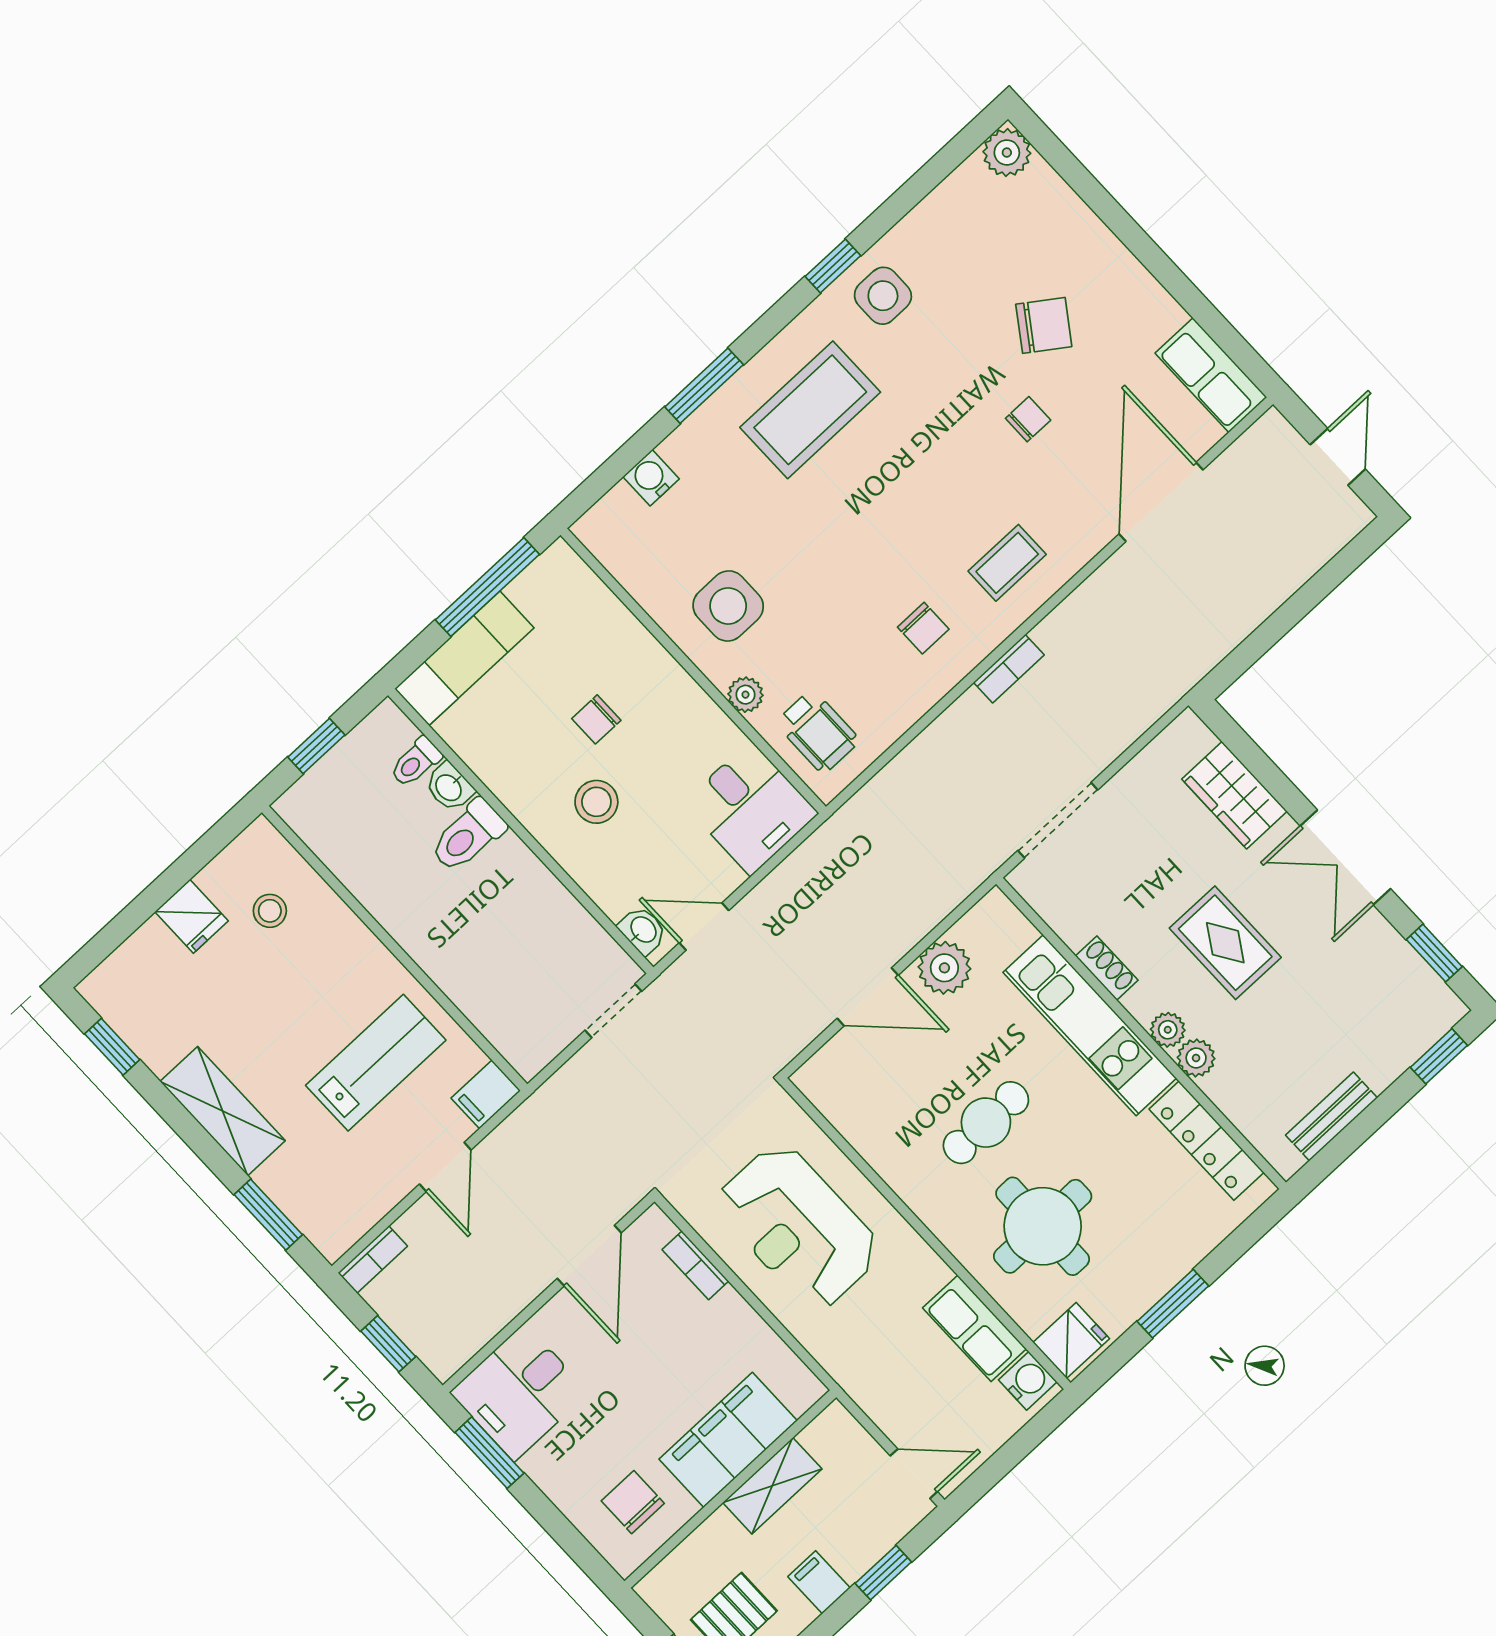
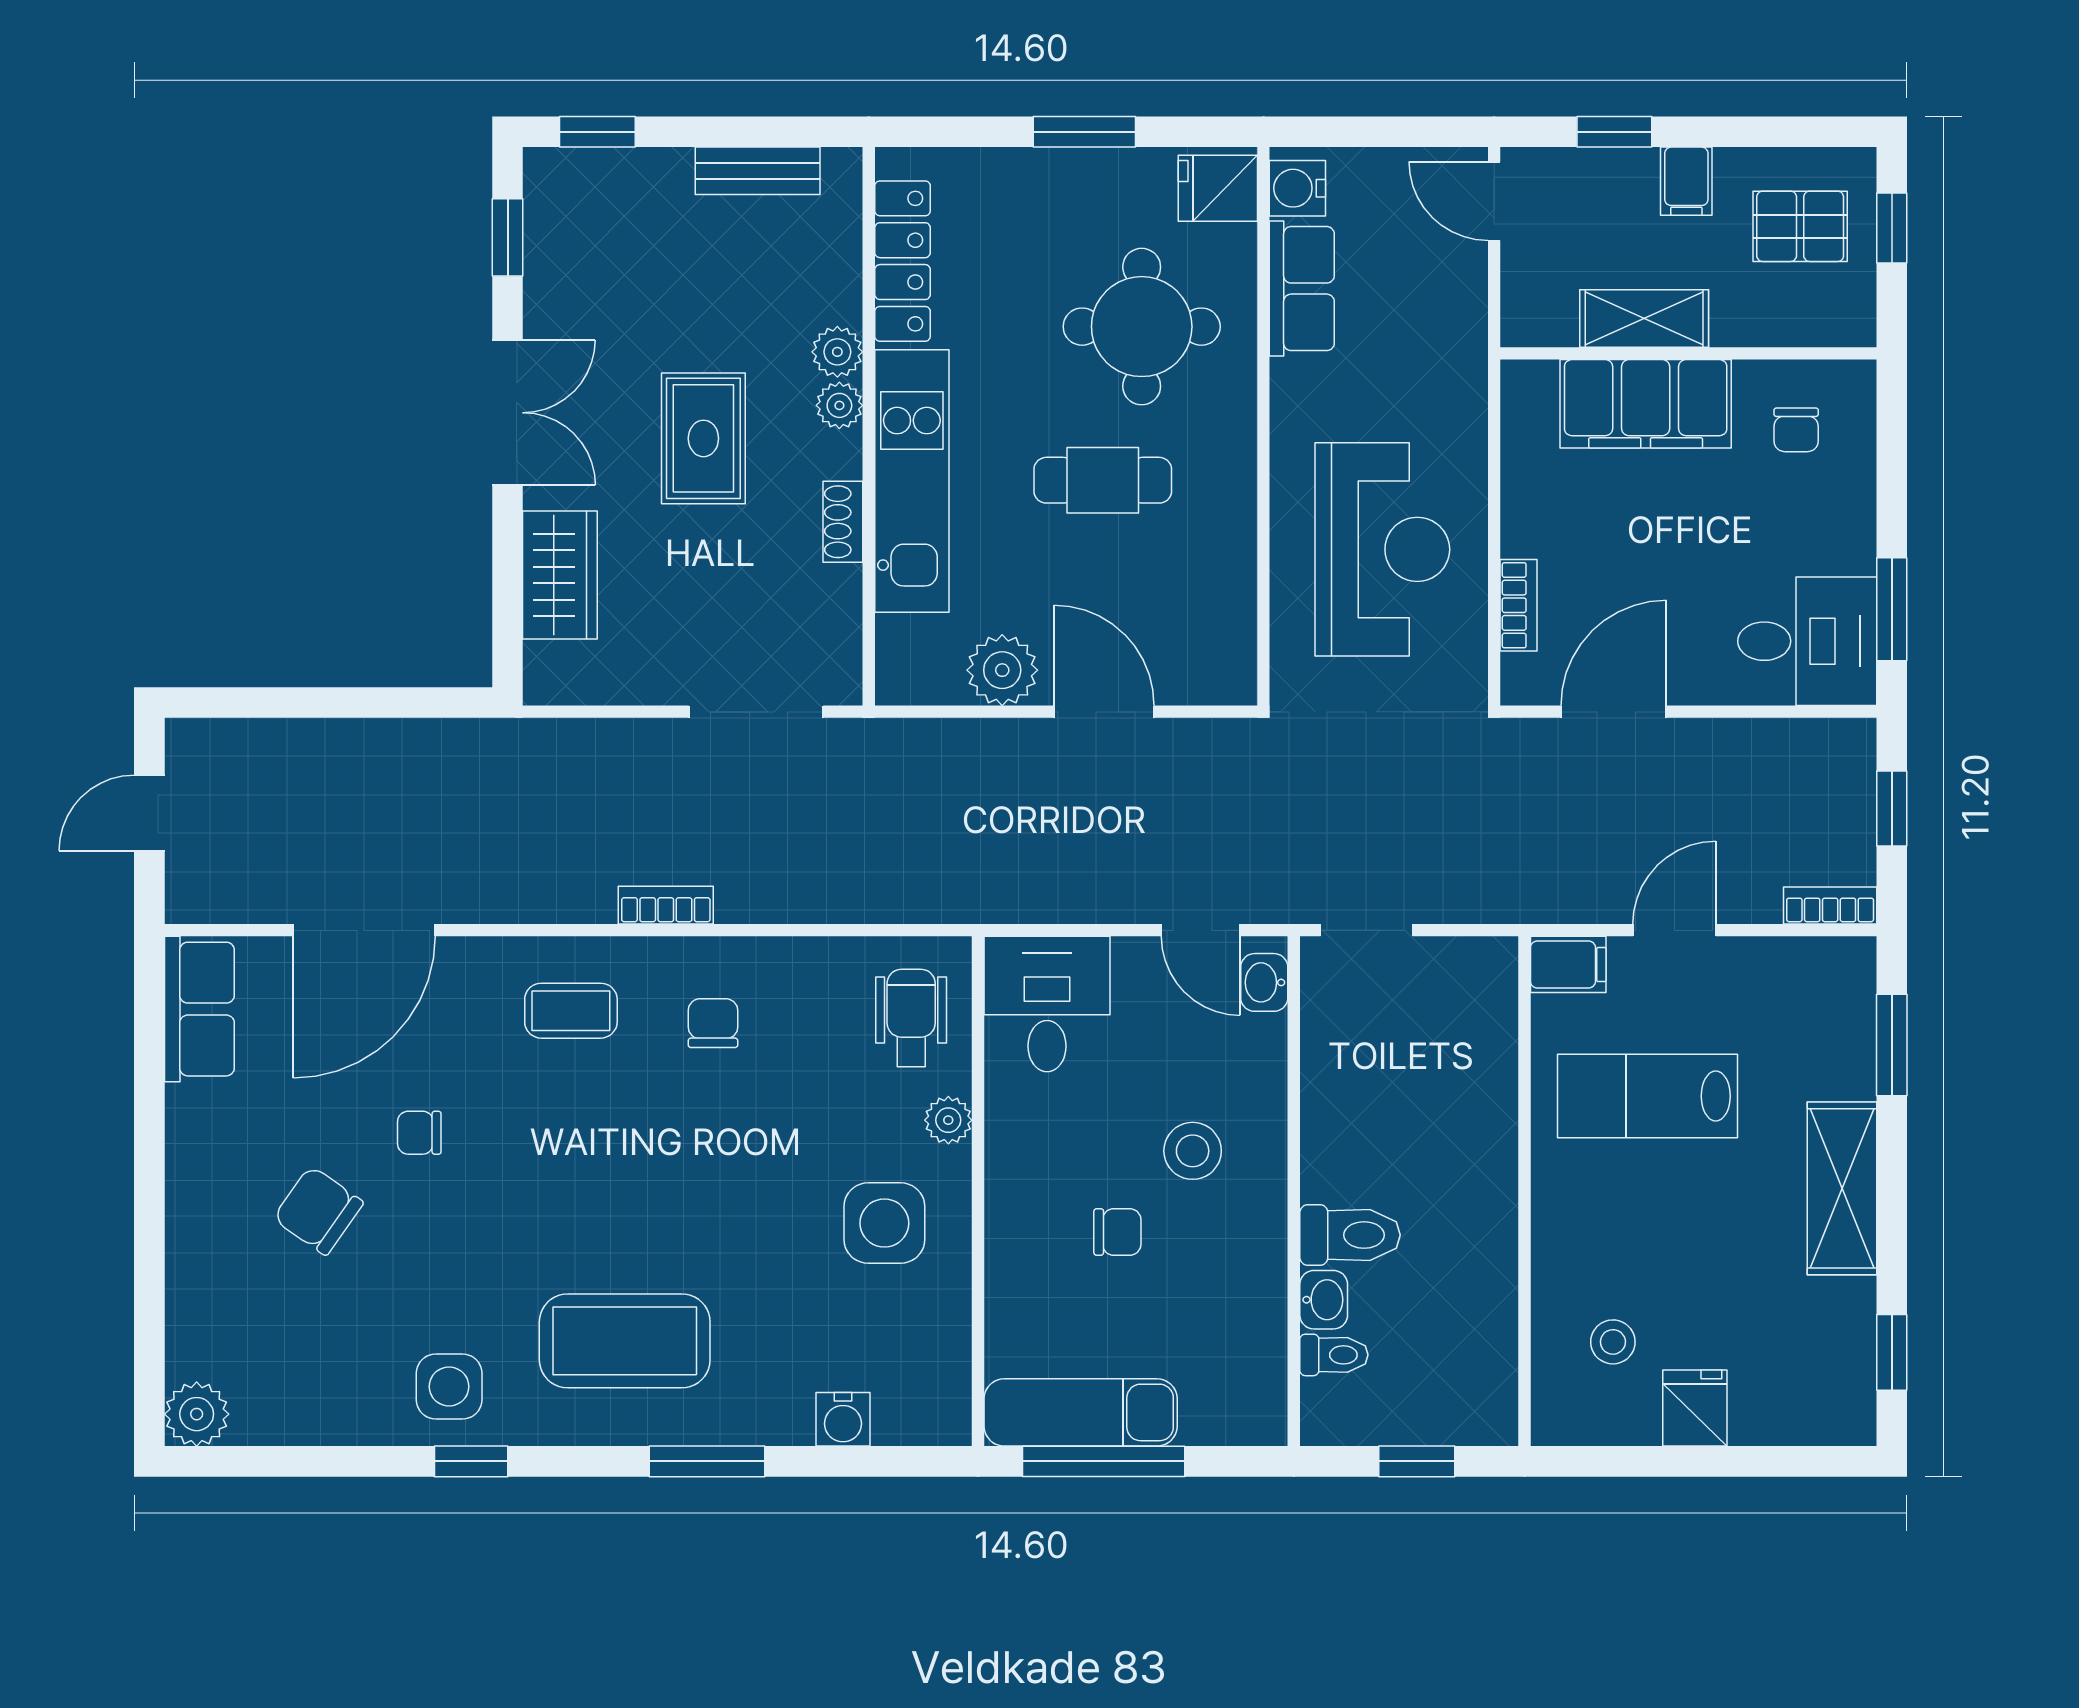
exam couch: (464, 658) -> (1081, 1412), moved
chair: (633, 1502) -> (1796, 430), width x0.73, depth x0.73

